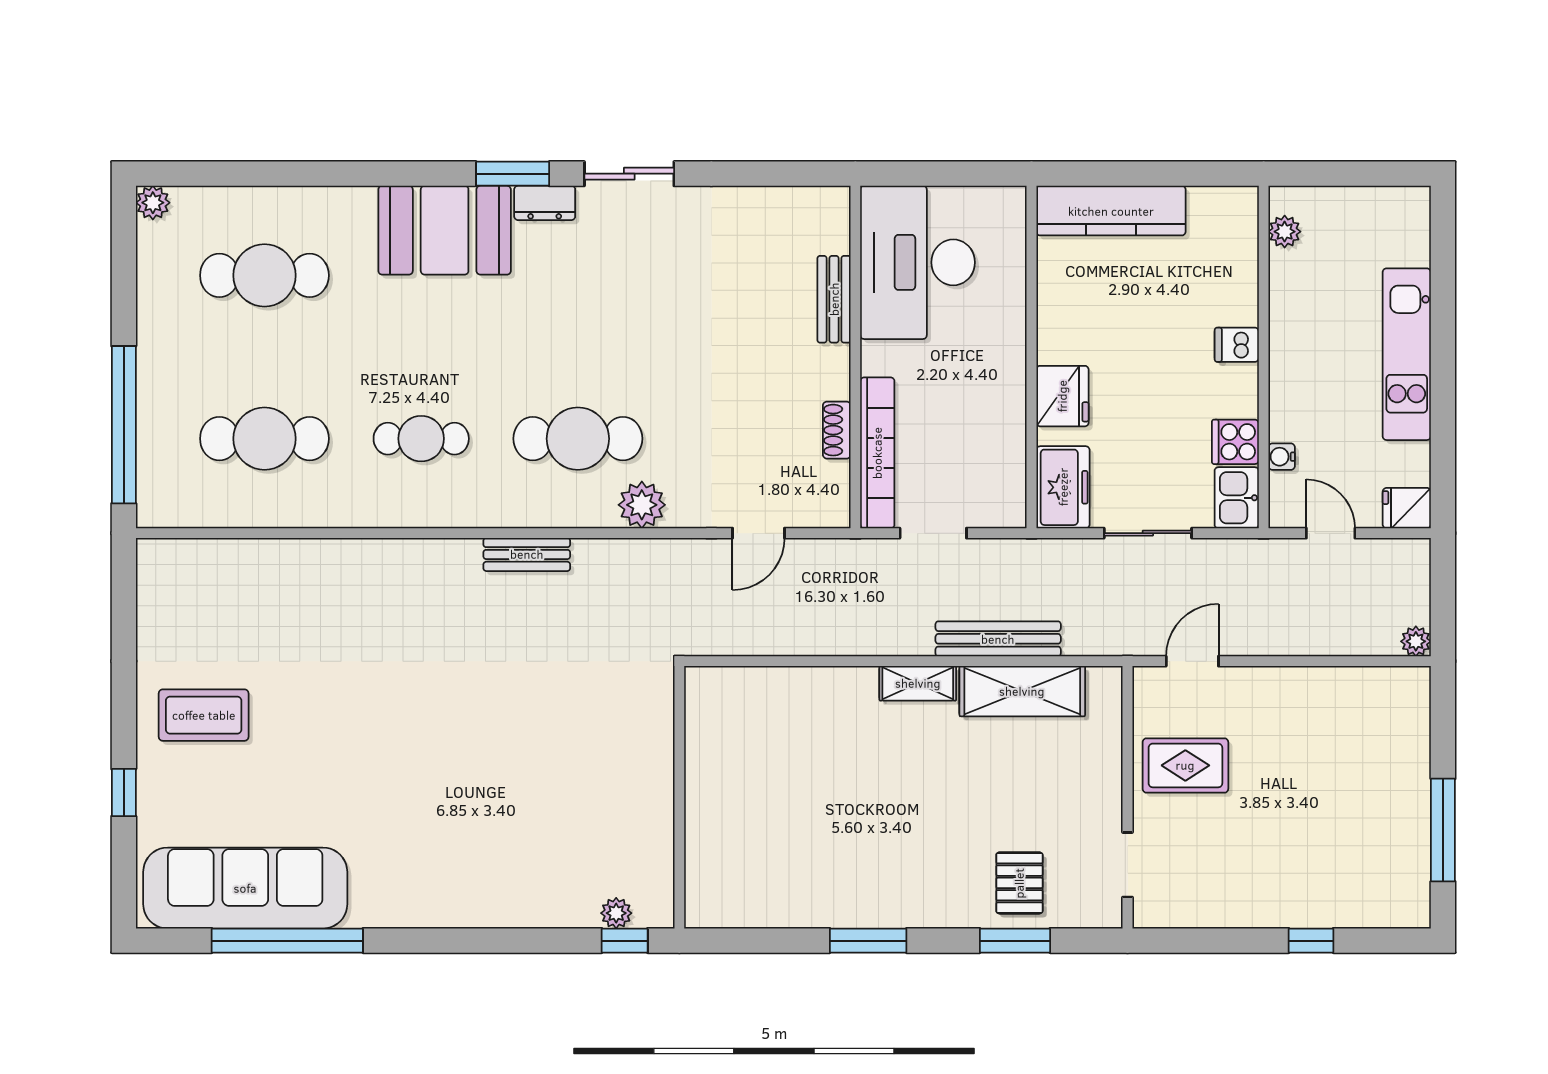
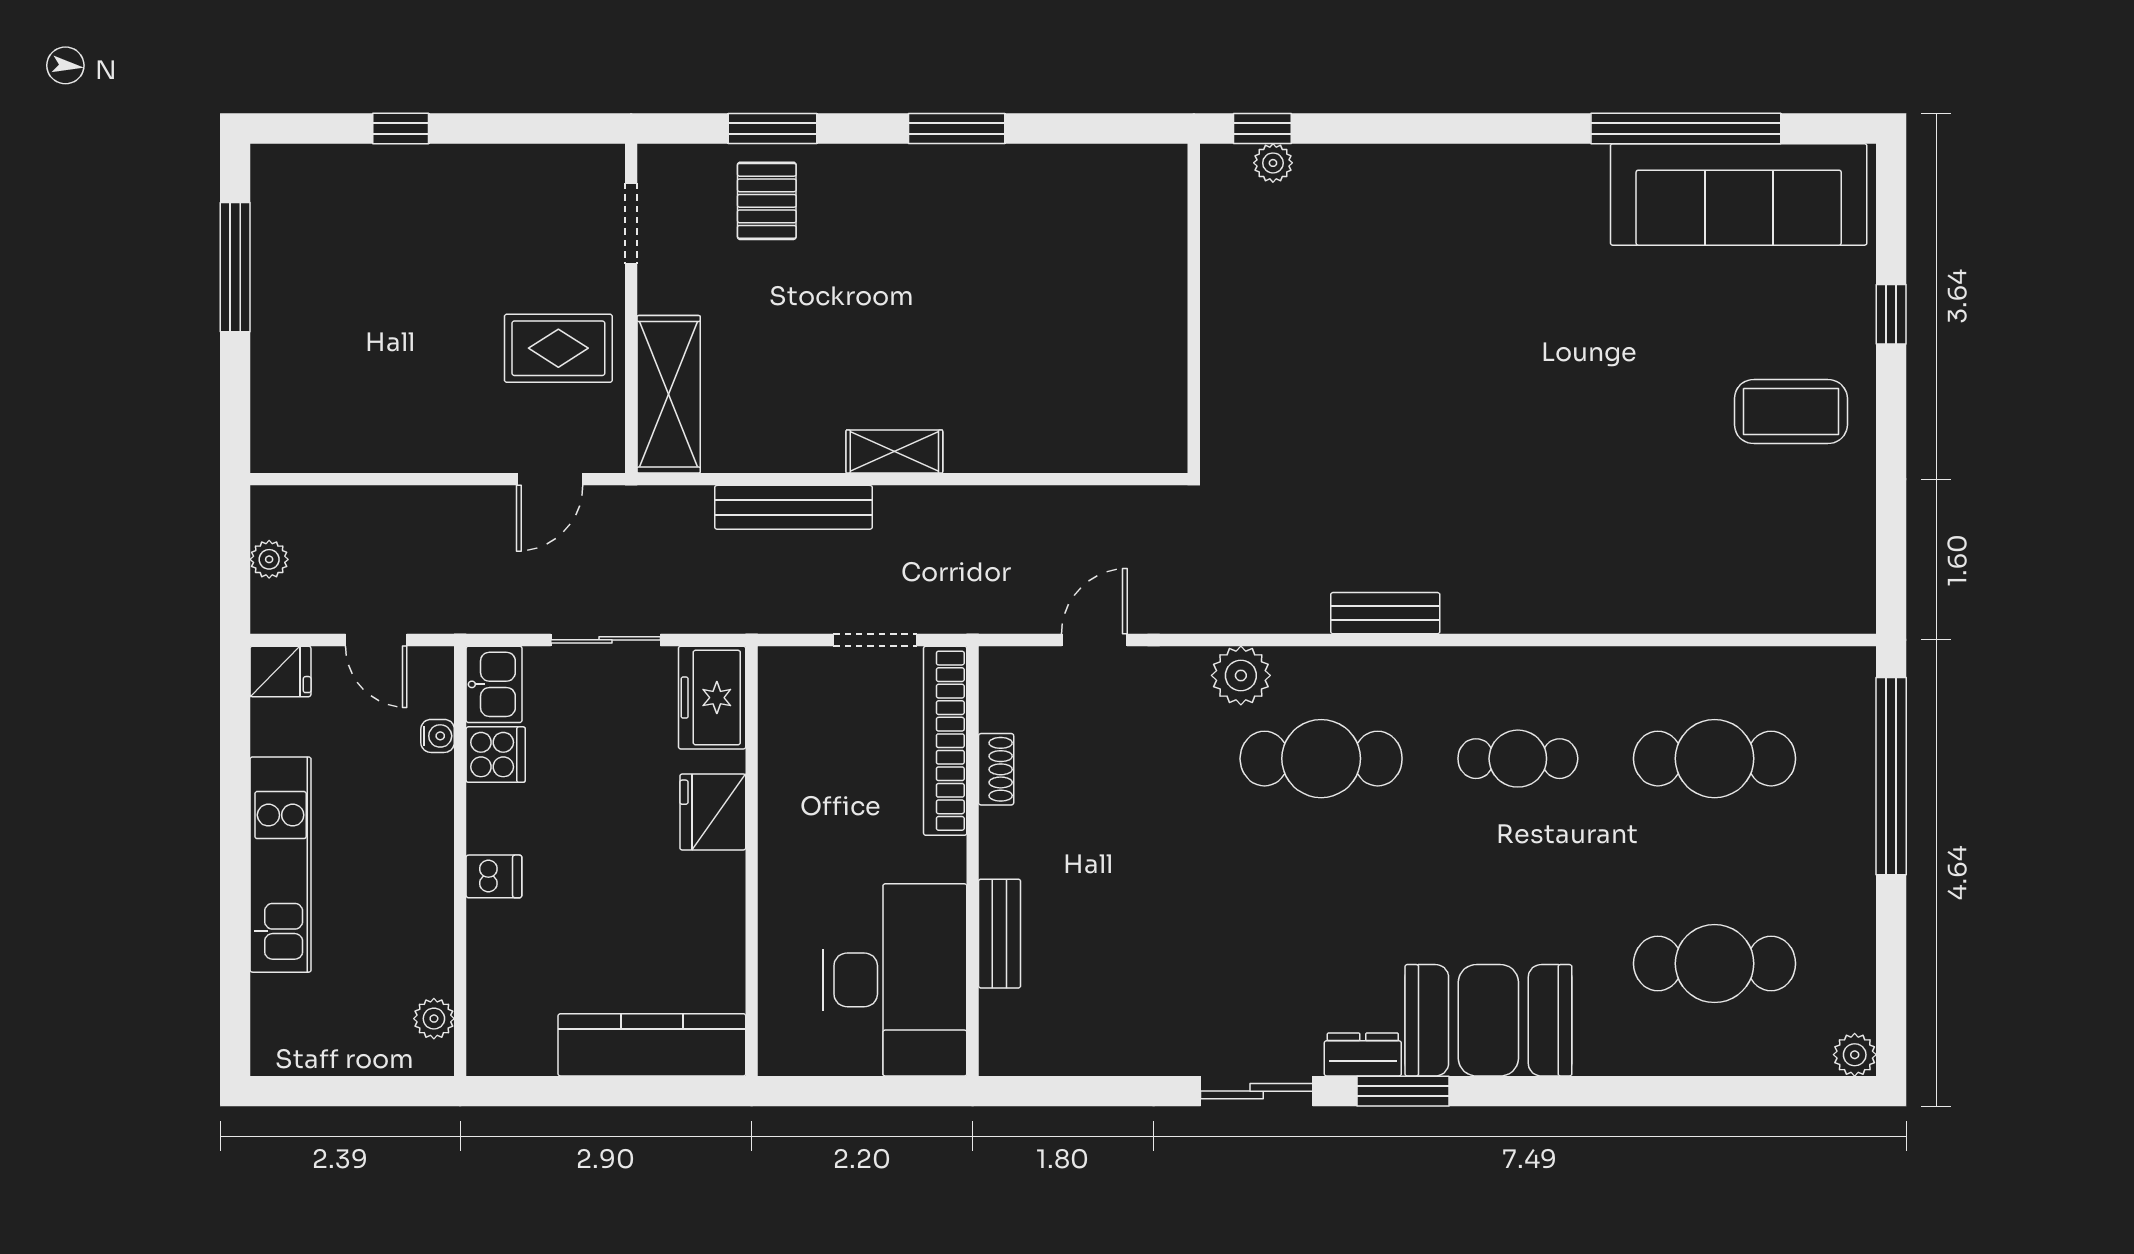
plant: (1416, 641) -> (269, 559), moved
shelving: (1022, 691) -> (669, 394), moved, turned 90

